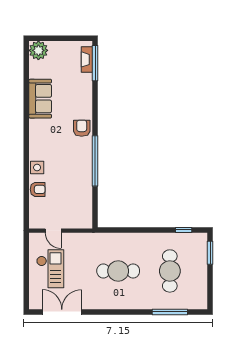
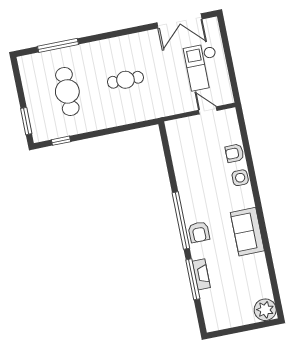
fireplace: (87, 59) -> (201, 274), moved
window: (95, 63) -> (193, 279), moved
sofa: (40, 99) -> (247, 232), moved
window: (95, 161) -> (181, 220), moved
cafe table: (118, 271) -> (125, 80), width x0.73, depth x0.74

